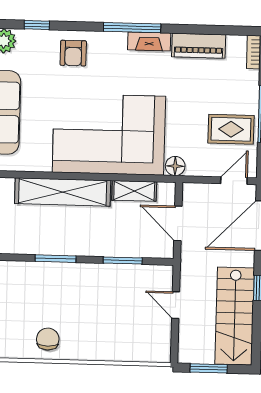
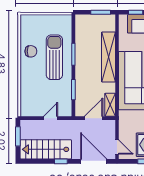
floor lamp: (175, 166) -> (124, 116), removed
shelving: (134, 191) -> (110, 105), moved
sun lounger: (60, 295) -> (54, 57), added

